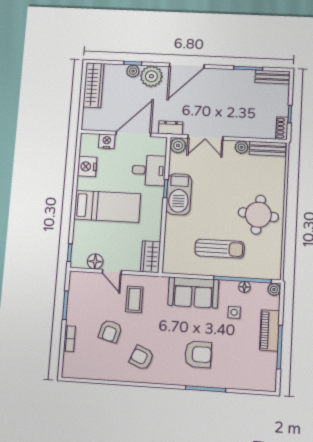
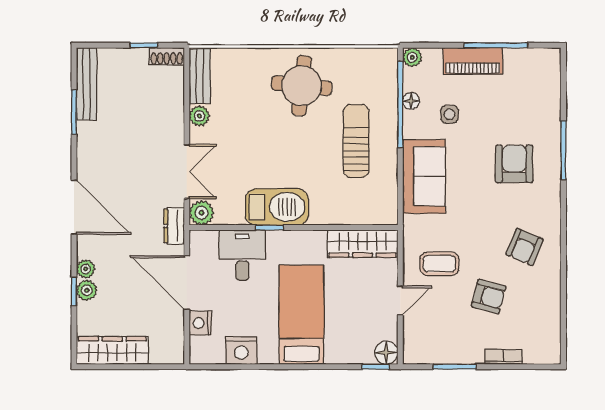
plant: (151, 76) -> (86, 269), width x0.53, depth x0.53
bench: (272, 77) -> (87, 84), width x1.36
wardrobe: (151, 257) -> (362, 244), width x1.50
floor lamp: (95, 261) -> (386, 353), moved

